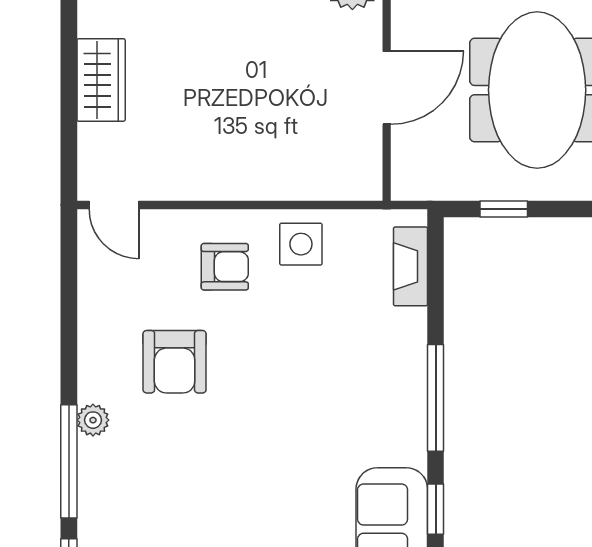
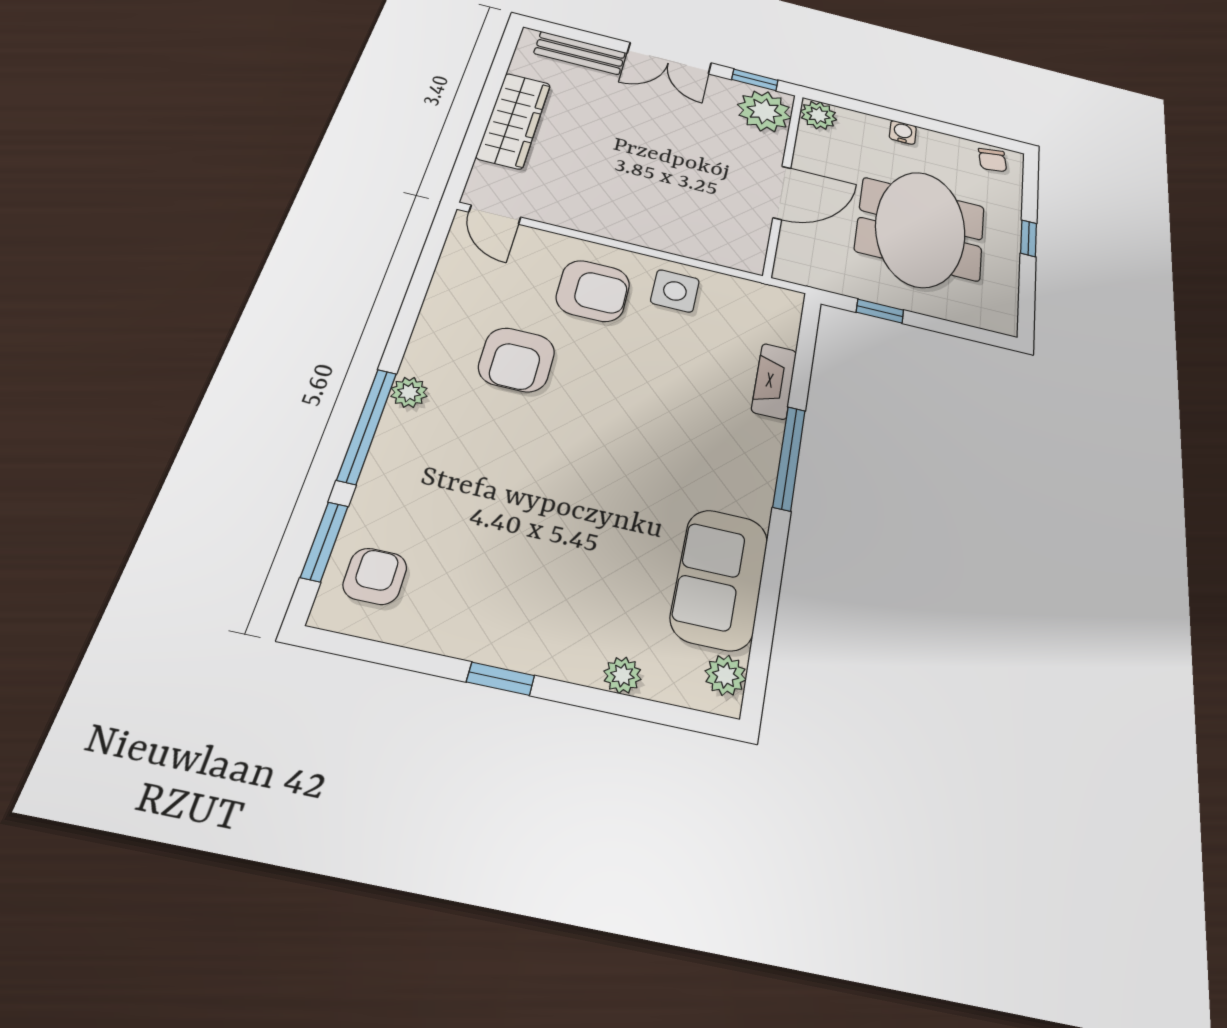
wardrobe: (101, 80) -> (514, 120), width x1.50
fireplace: (411, 266) -> (774, 381), moved
armchair: (225, 267) -> (593, 291), width x1.38, depth x1.38
window: (436, 509) -> (773, 569), removed

